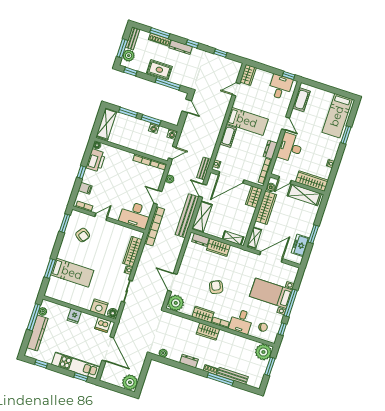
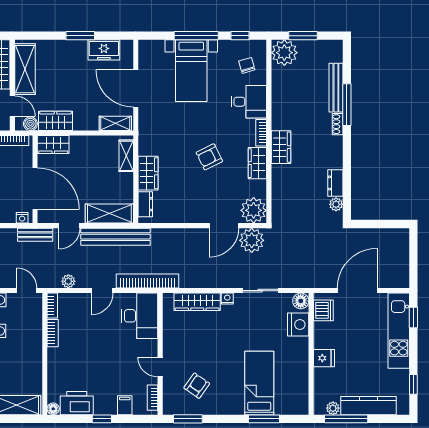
wardrobe: (266, 208) -> (55, 121), width x0.67
dresser: (189, 361) -> (335, 183), moved
plant: (130, 382) -> (252, 240), moved

